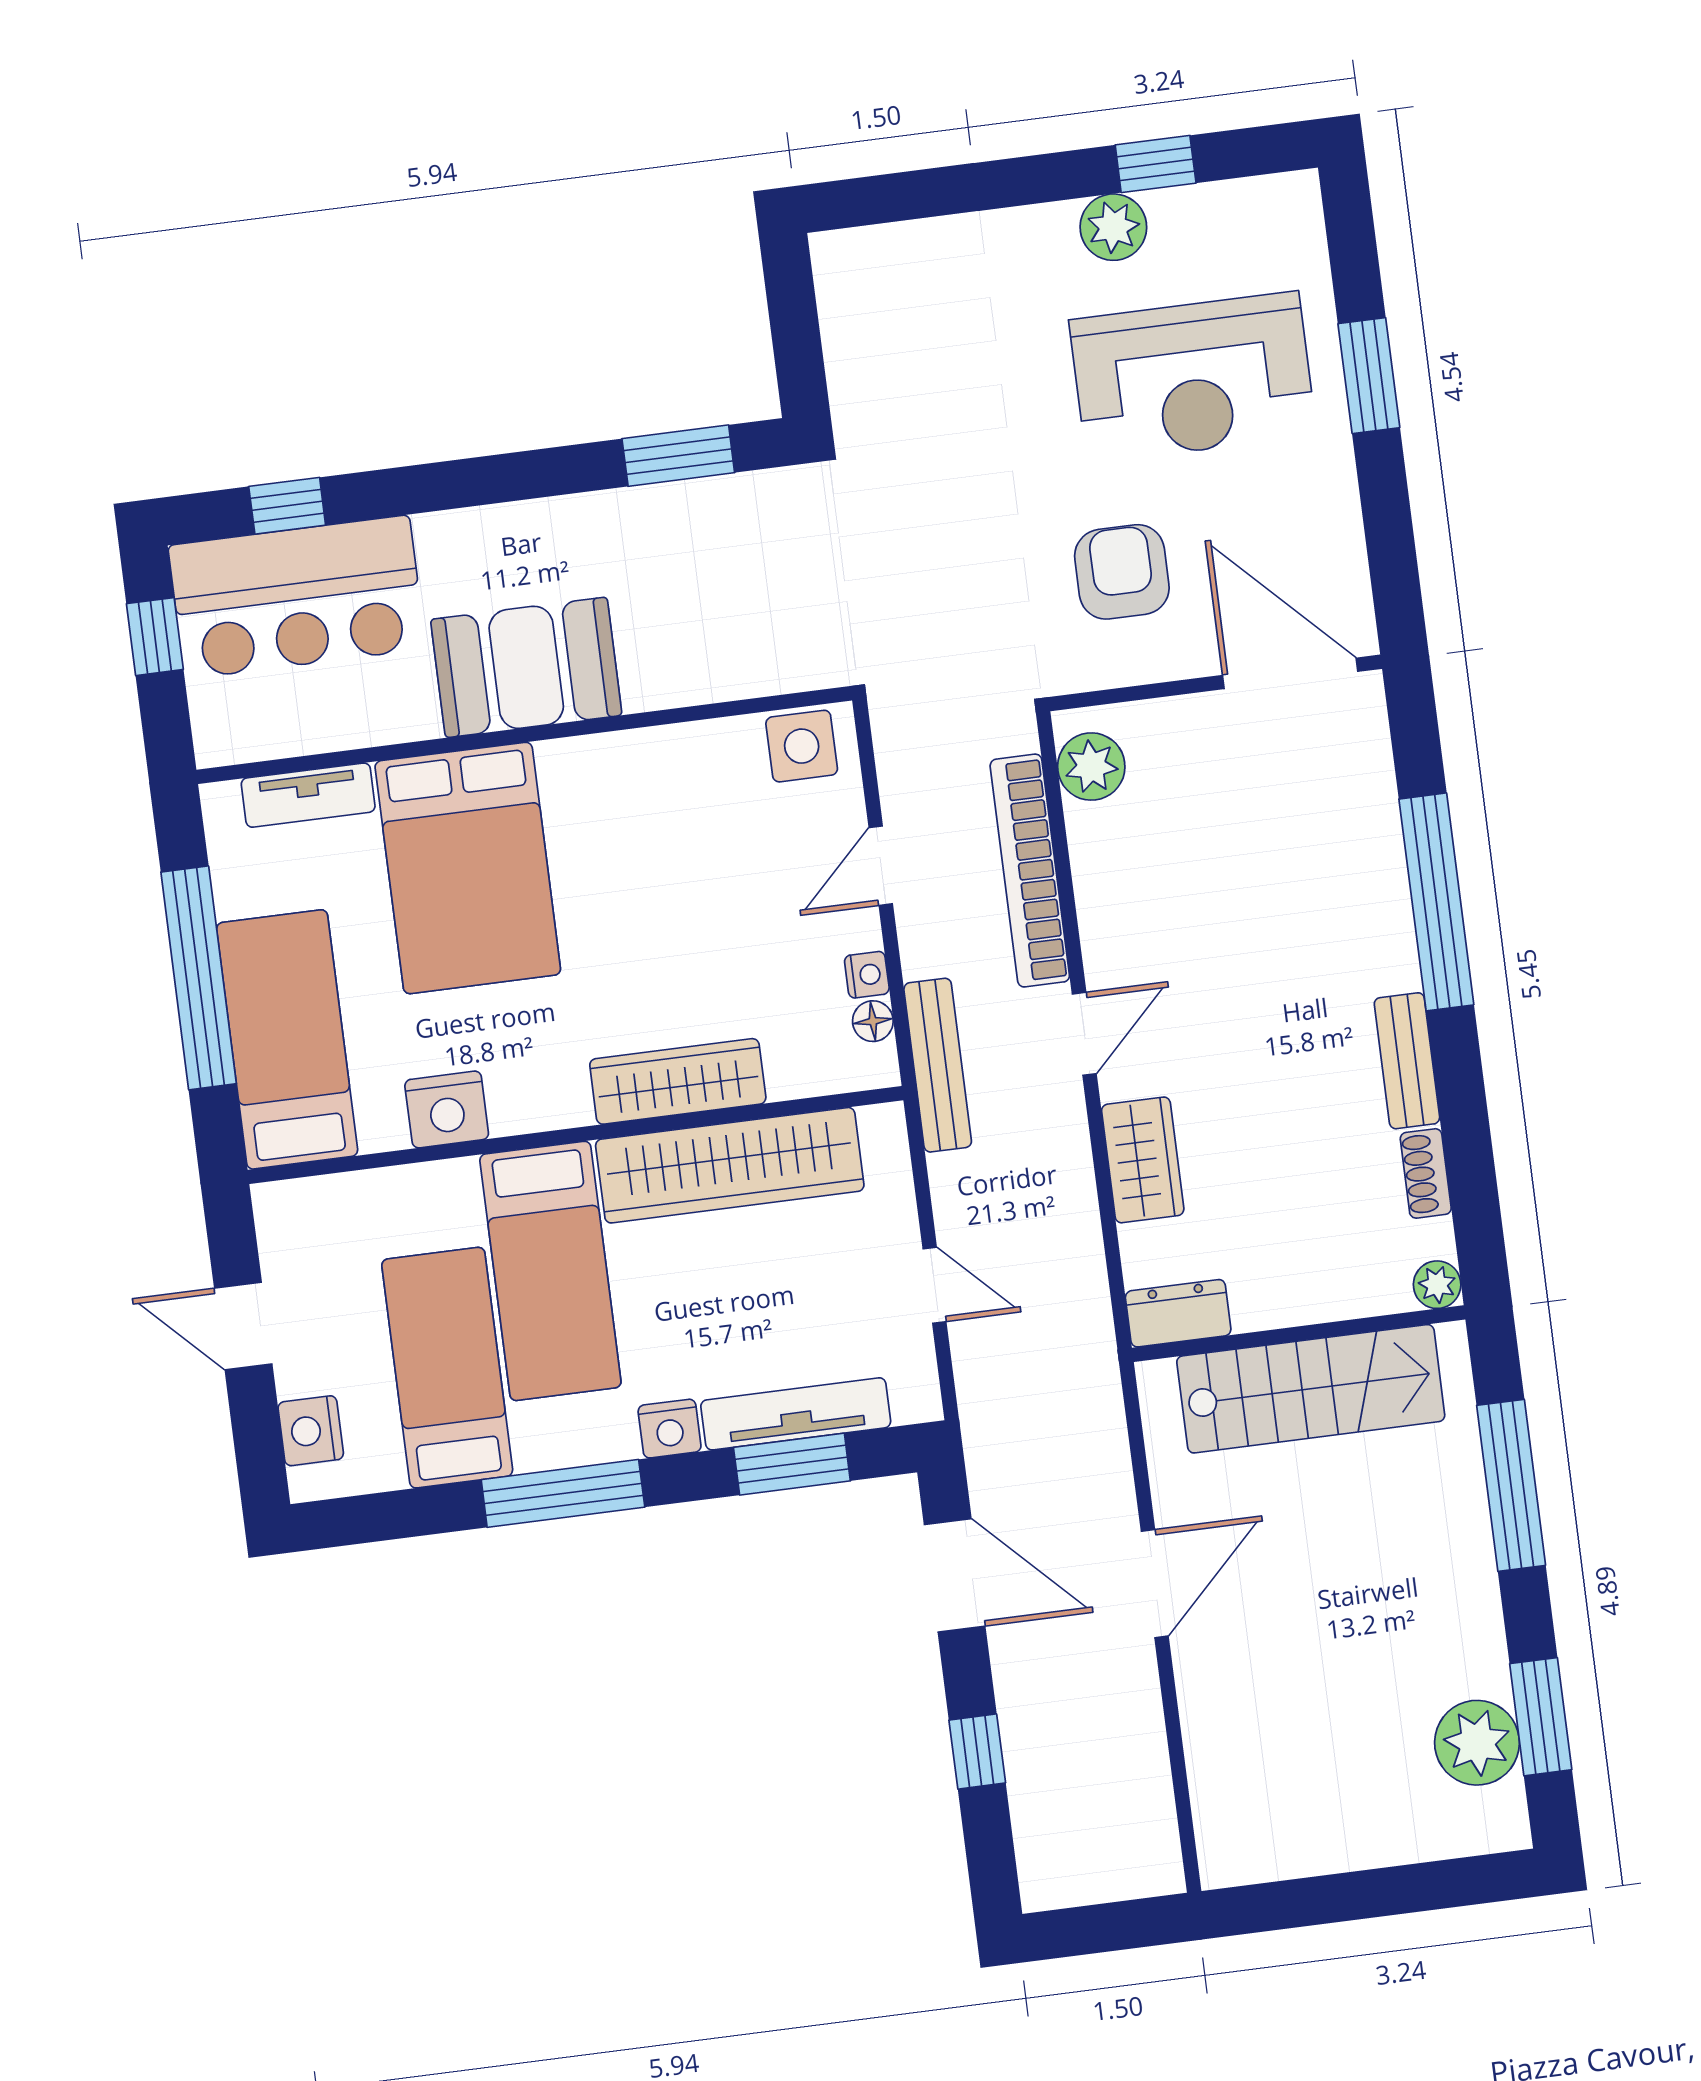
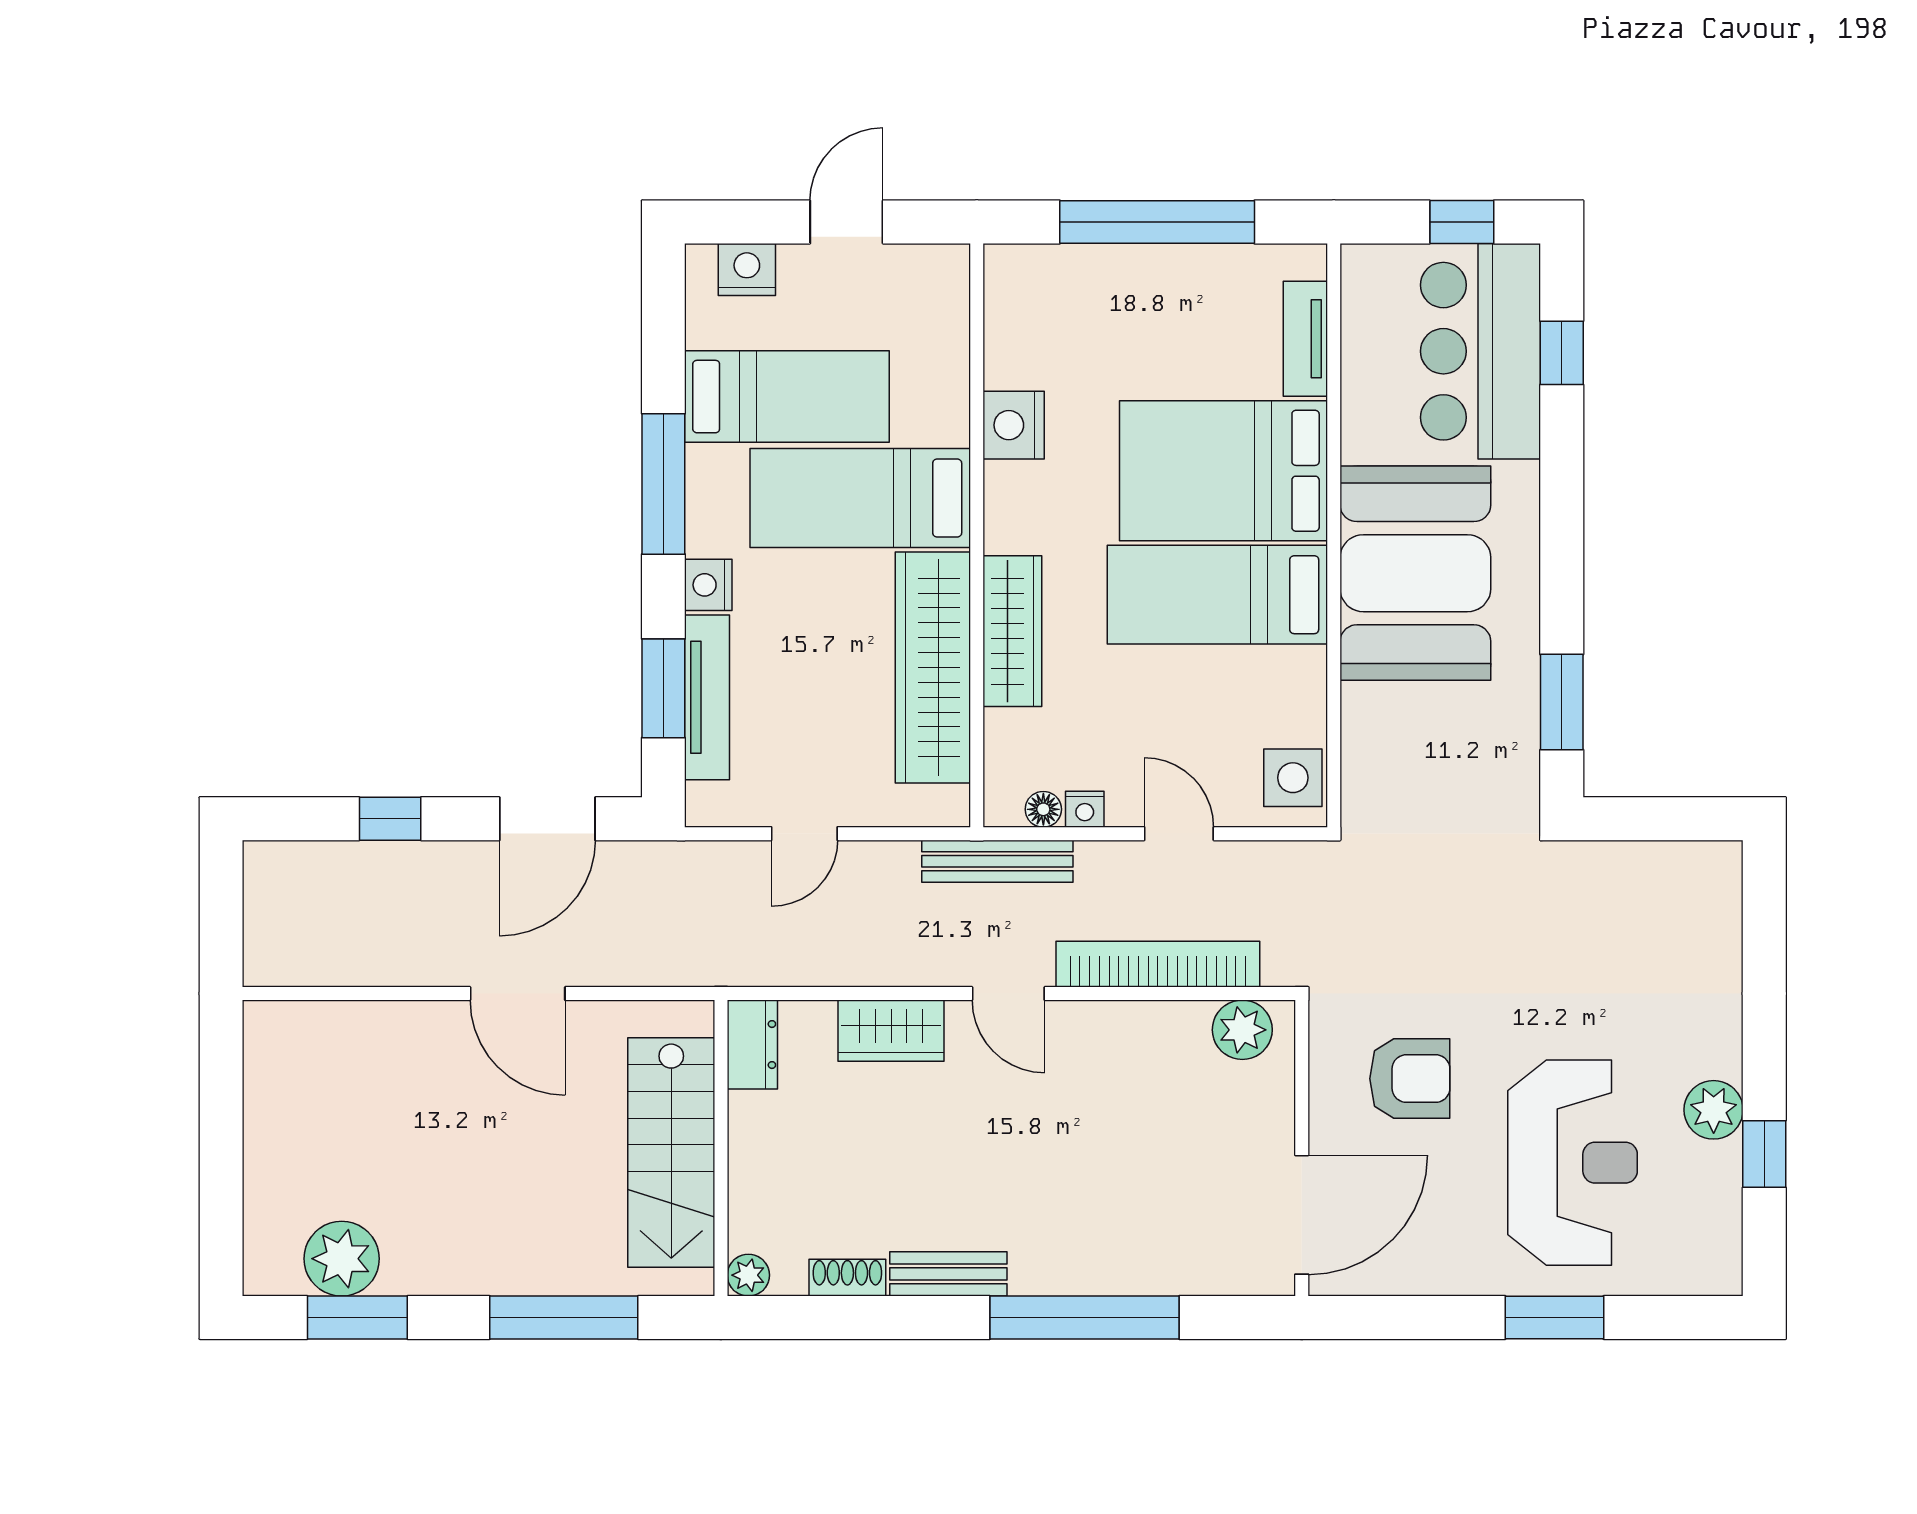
reception desk: (1193, 377) -> (1573, 1163), turned 180
booth: (526, 667) -> (1415, 573), width x1.36, depth x1.42
bed: (287, 1039) -> (1217, 595), moved, turned 180

